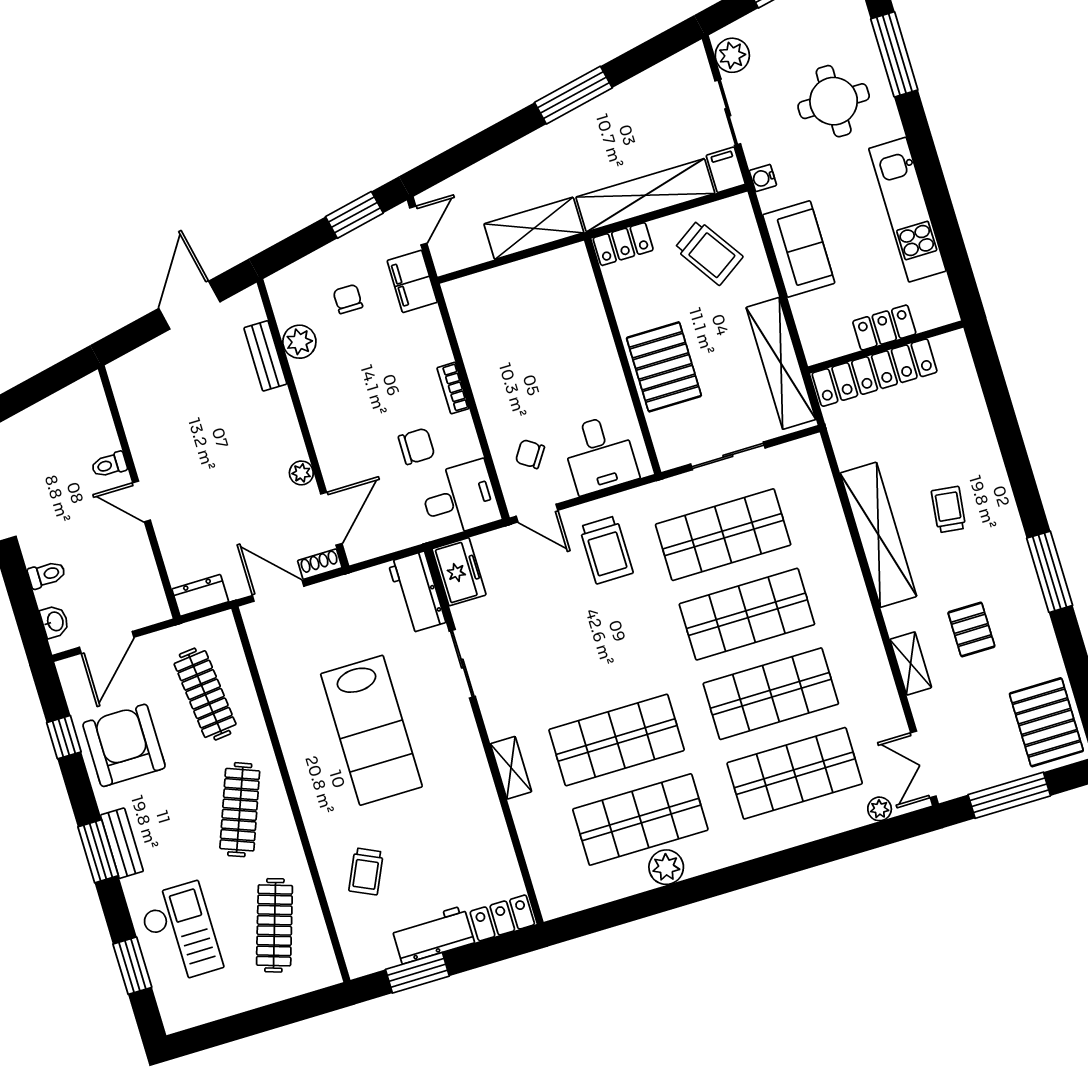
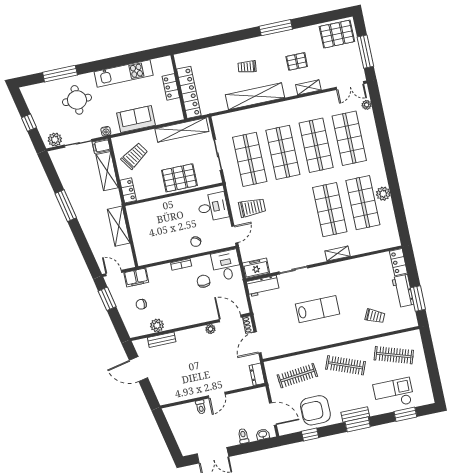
shelving: (645, 195) -> (107, 171), width x0.68
chair: (530, 454) -> (196, 242), moved
lab bench: (371, 730) -> (318, 309), width x0.73, depth x0.72

